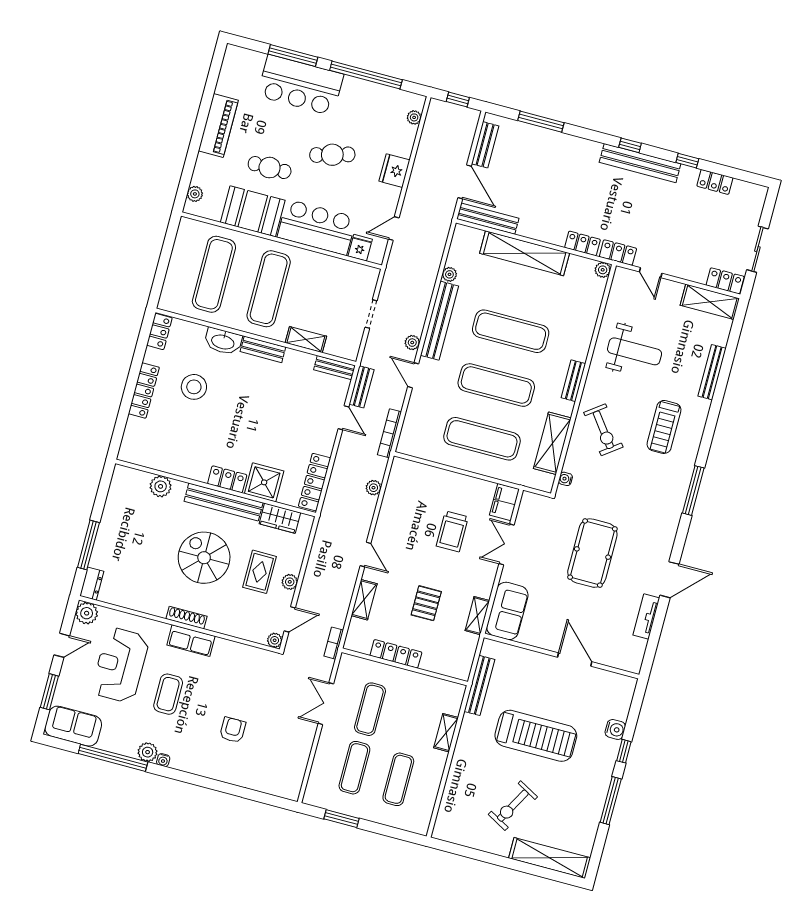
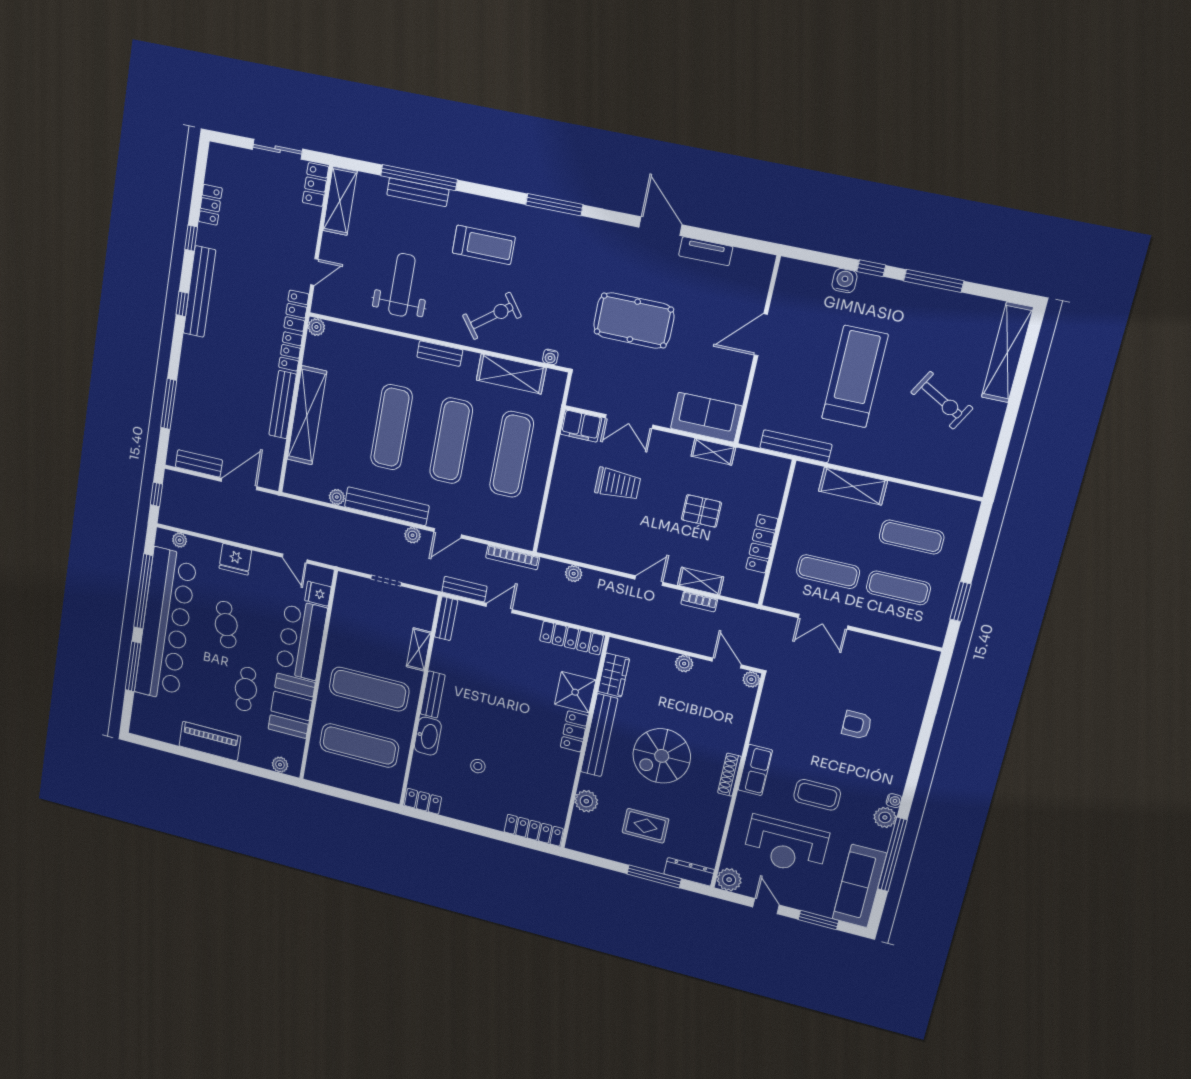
bar counter: (300, 85) -> (166, 625), width x1.86
bench: (488, 219) -> (283, 405), moved
window: (724, 374) -> (419, 178), added
stool: (194, 387) -> (478, 766), width x0.53, depth x0.53
locker: (144, 391) -> (534, 830), moved
rug: (260, 572) -> (646, 826), moved
dresser: (92, 584) -> (689, 872), width x1.44
bookcase: (334, 643) -> (699, 602), moved
sofa: (73, 726) -> (859, 886), width x1.36
shelving: (446, 733) -> (853, 486), width x1.50, depth x1.33

